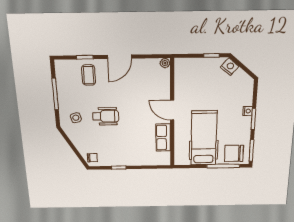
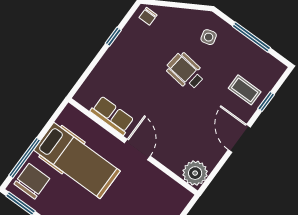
plant: (165, 63) -> (195, 173), width x1.87, depth x1.87
door: (172, 110) -> (137, 150), hinge flipped
wheelchair: (106, 116) -> (185, 71), turned 97

